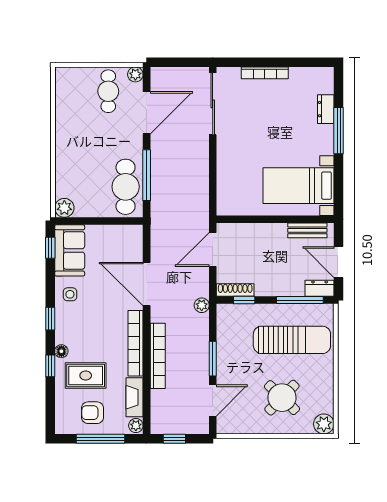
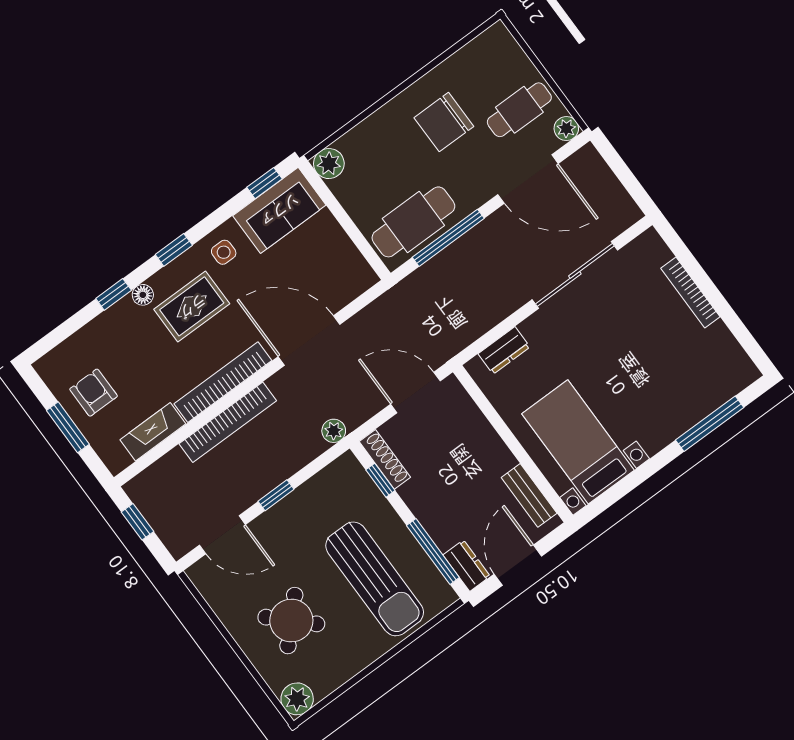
sliding door: (213, 104) -> (575, 275), moved
dresser: (326, 109) -> (504, 350), moved, turned 180
window: (339, 131) -> (710, 424), moved
chair: (86, 134) -> (444, 122), added
door: (147, 284) -> (309, 340), hinge flipped
window: (213, 359) -> (276, 495), width x0.67
rug: (86, 375) -> (192, 306), moved, turned 90
plant: (136, 426) -> (118, 460), removed
window: (101, 439) -> (68, 427), width x0.69

